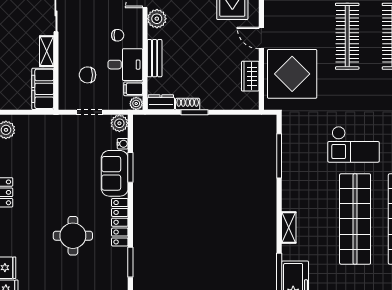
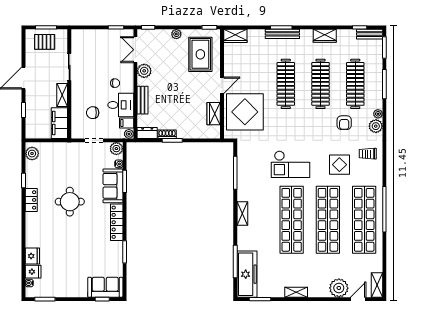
door: (261, 38) -> (222, 85), swing flipped
shelving: (289, 228) -> (242, 214), moved
round table: (73, 236) -> (70, 202), moved

